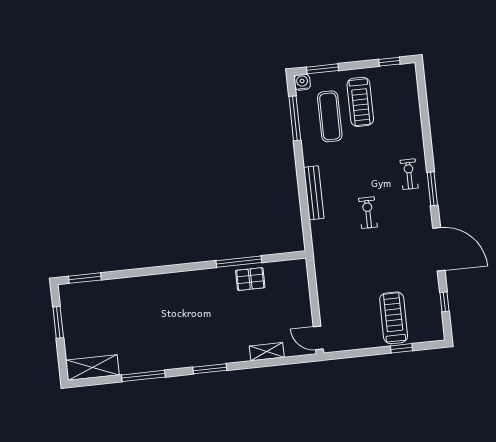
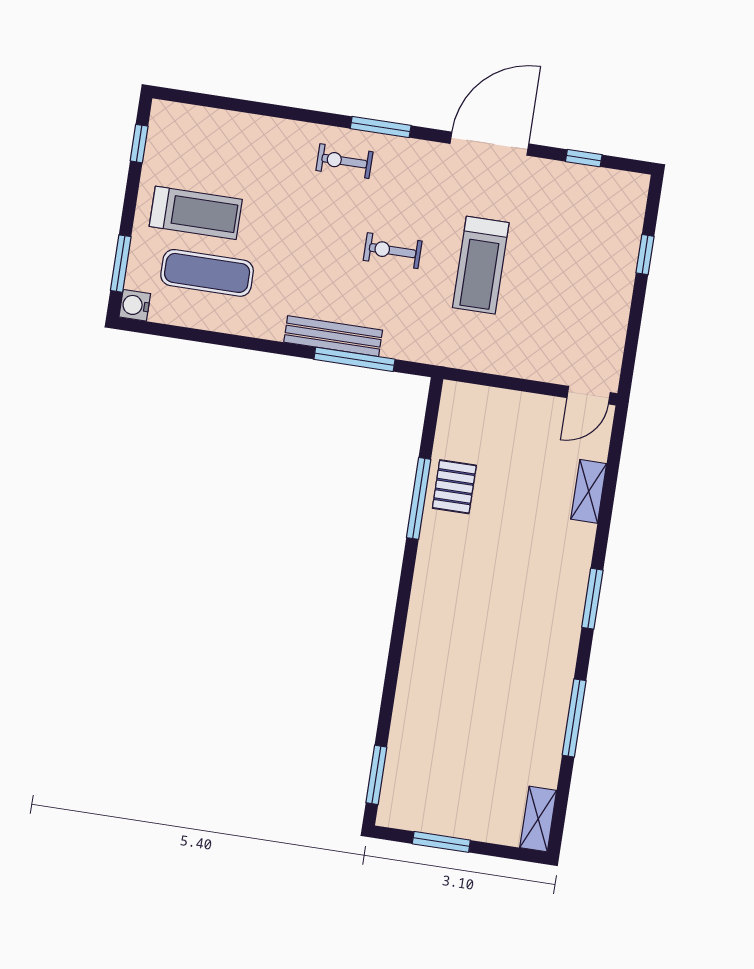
window: (295, 118) -> (354, 359), moved
treadmill: (394, 318) -> (481, 265), moved, turned -90
shelving: (92, 367) -> (538, 819), width x0.67, depth x0.75

